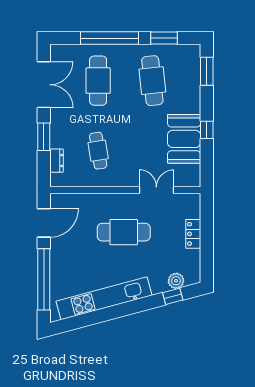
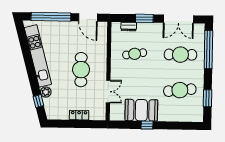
window: (109, 38) -> (208, 50), moved
window: (207, 71) -> (185, 126), removed
plant: (176, 281) -> (46, 92), moved

